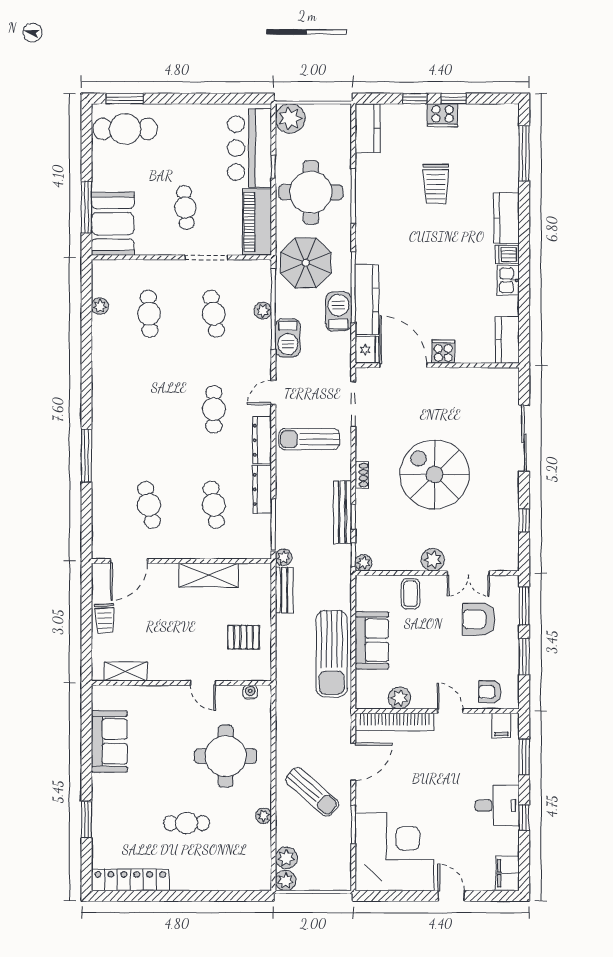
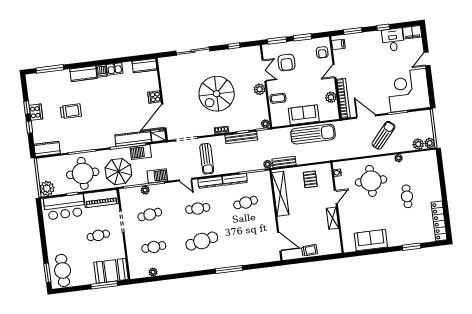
cafe table: (149, 505) -> (202, 241), moved, width x1.37, depth x1.35
shelving: (209, 575) -> (280, 194), width x1.47
shelving: (126, 671) -> (332, 218), moved
desk: (497, 806) -> (393, 40), moved

